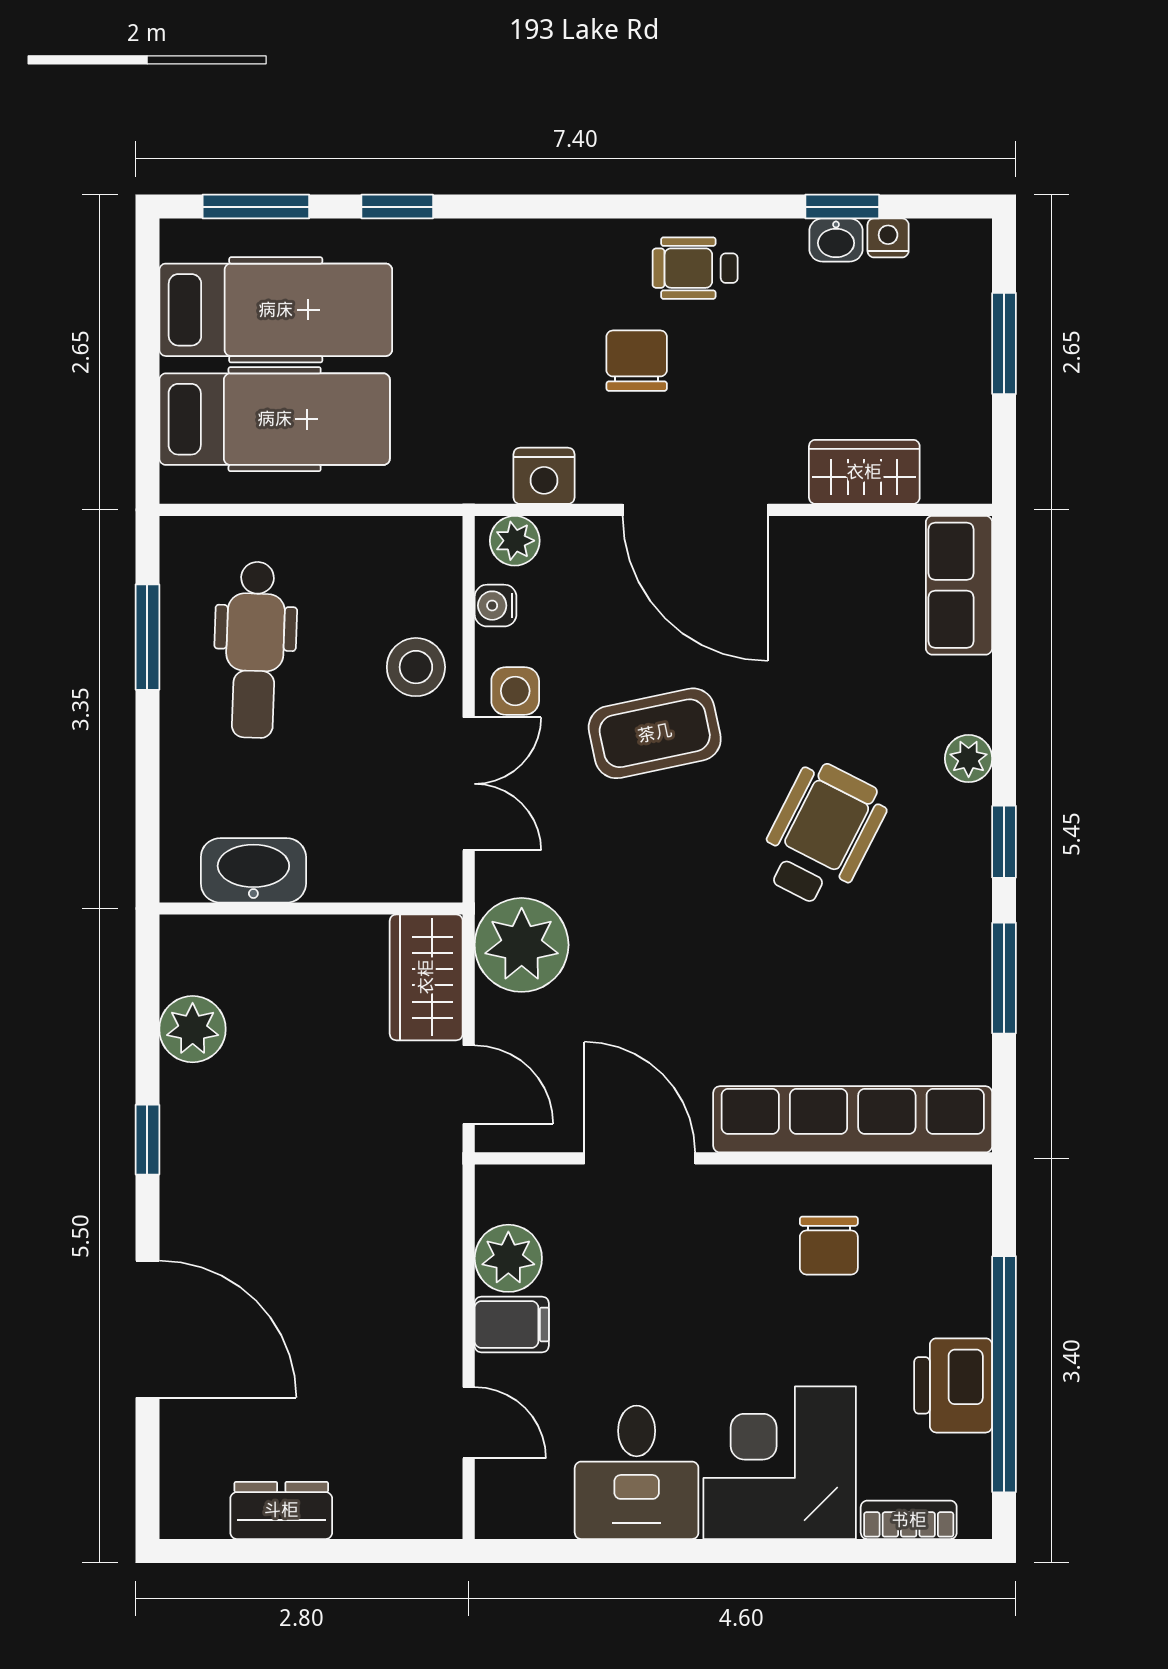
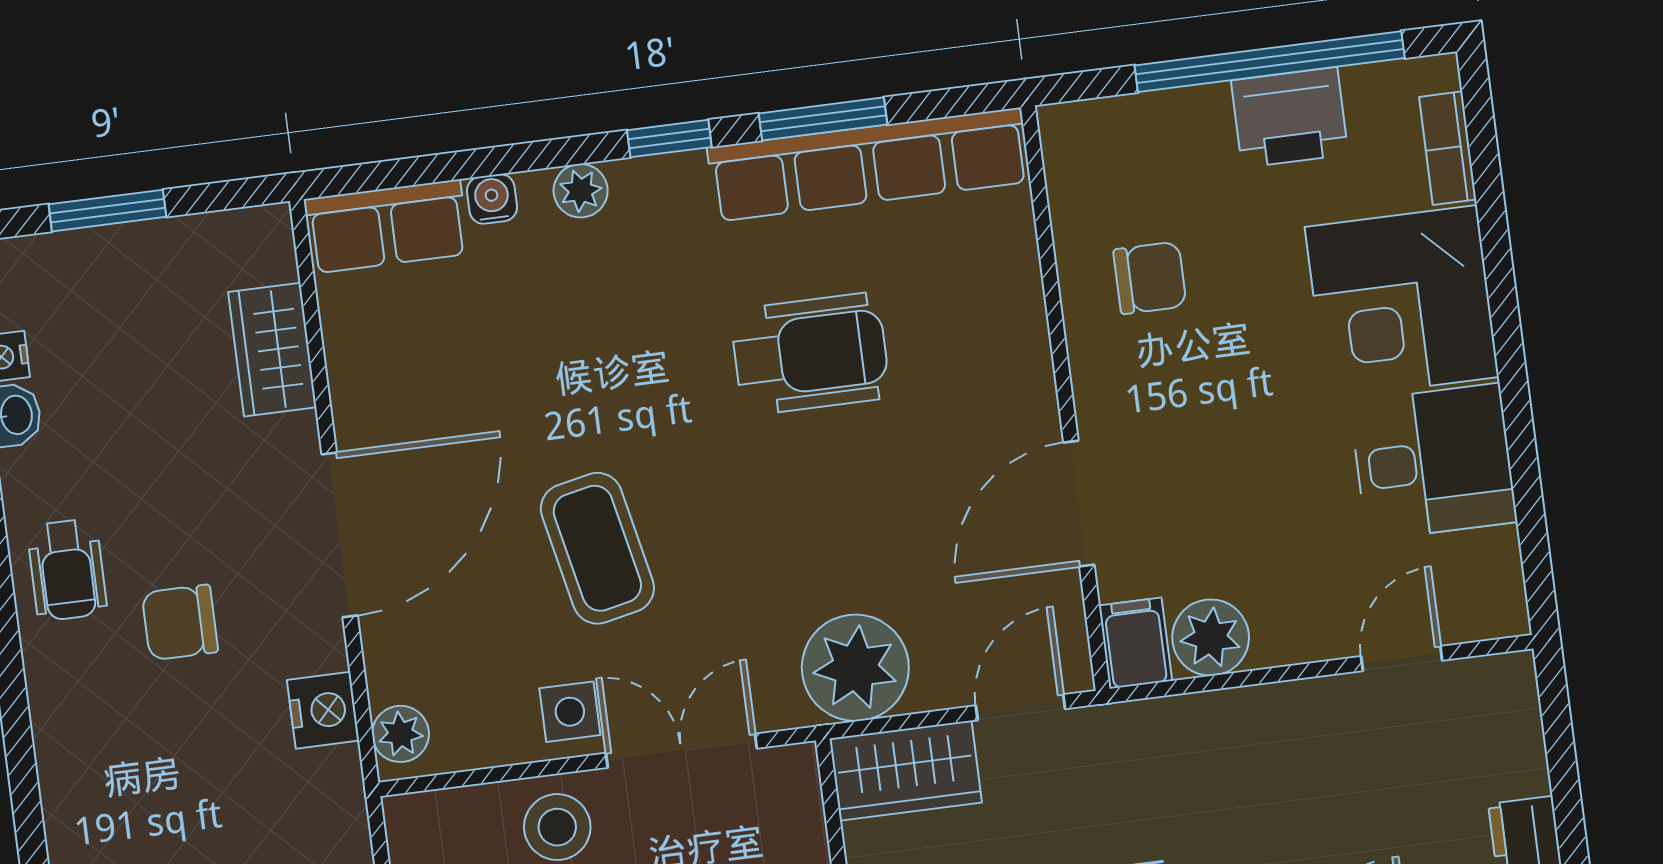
water cooler: (496, 606) -> (492, 199), moved, turned 180
wheelchair: (822, 834) -> (810, 354), moved, turned 153
row of seats: (853, 1119) -> (869, 165), moved, turned -90
filing cabinet: (512, 1324) -> (1135, 643), moved

